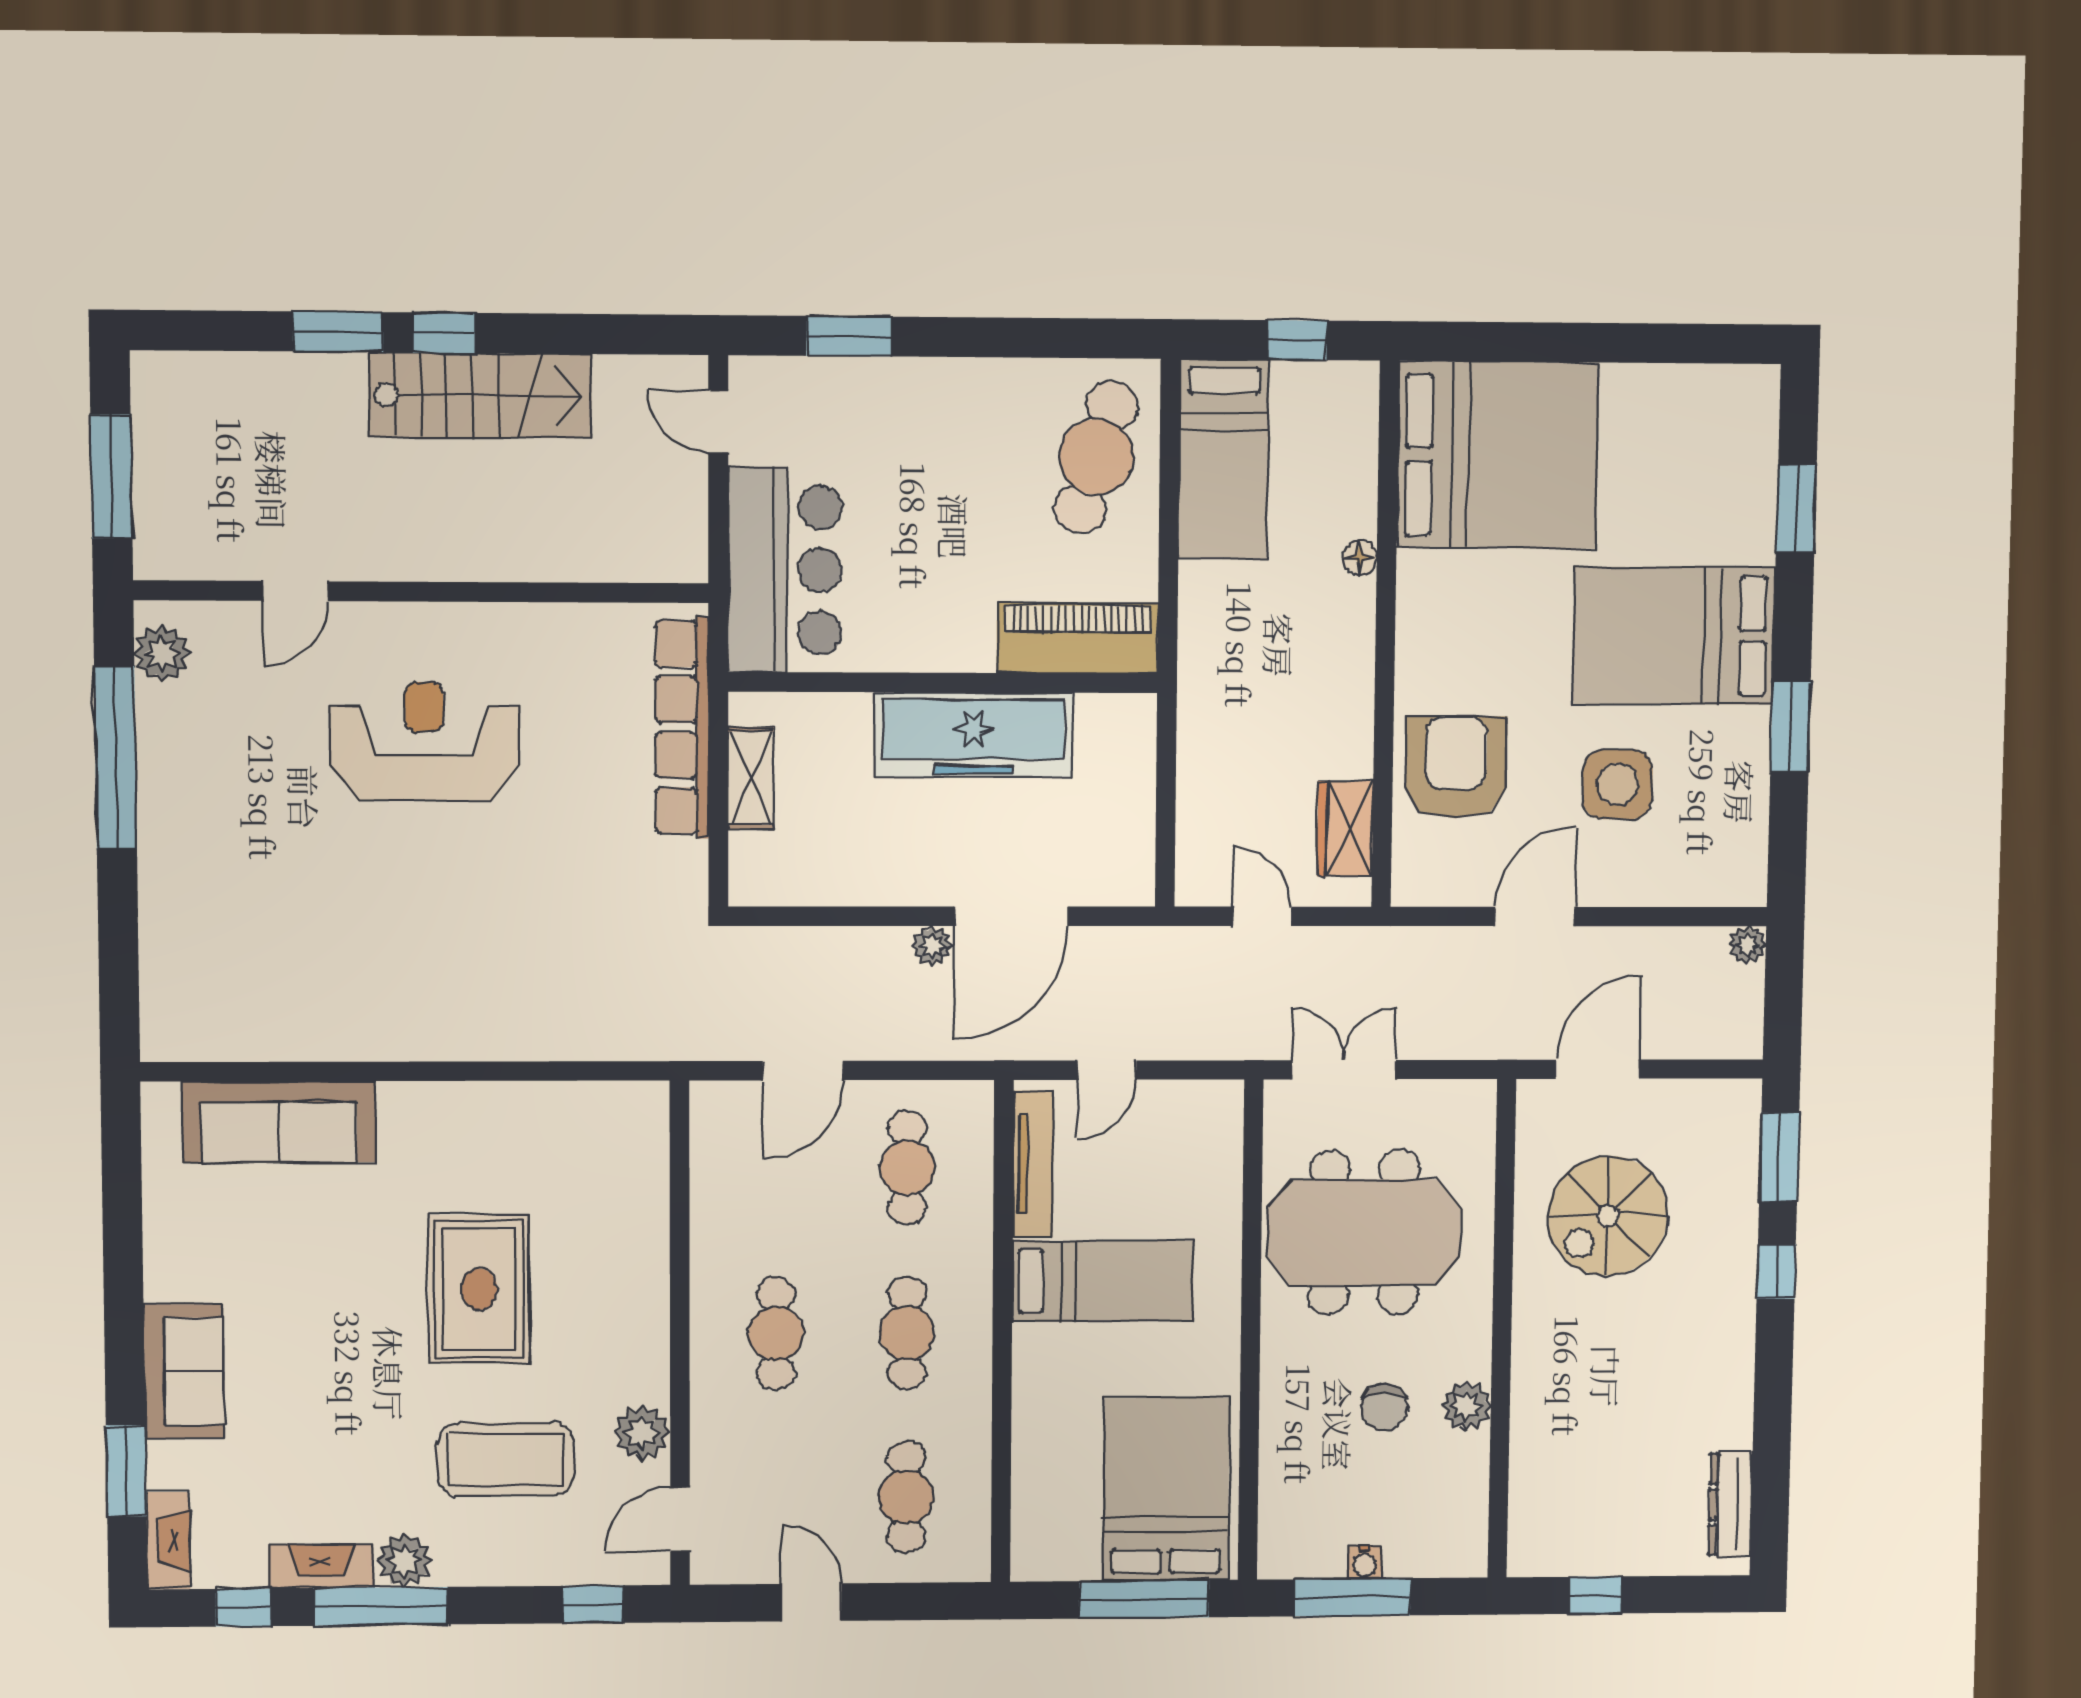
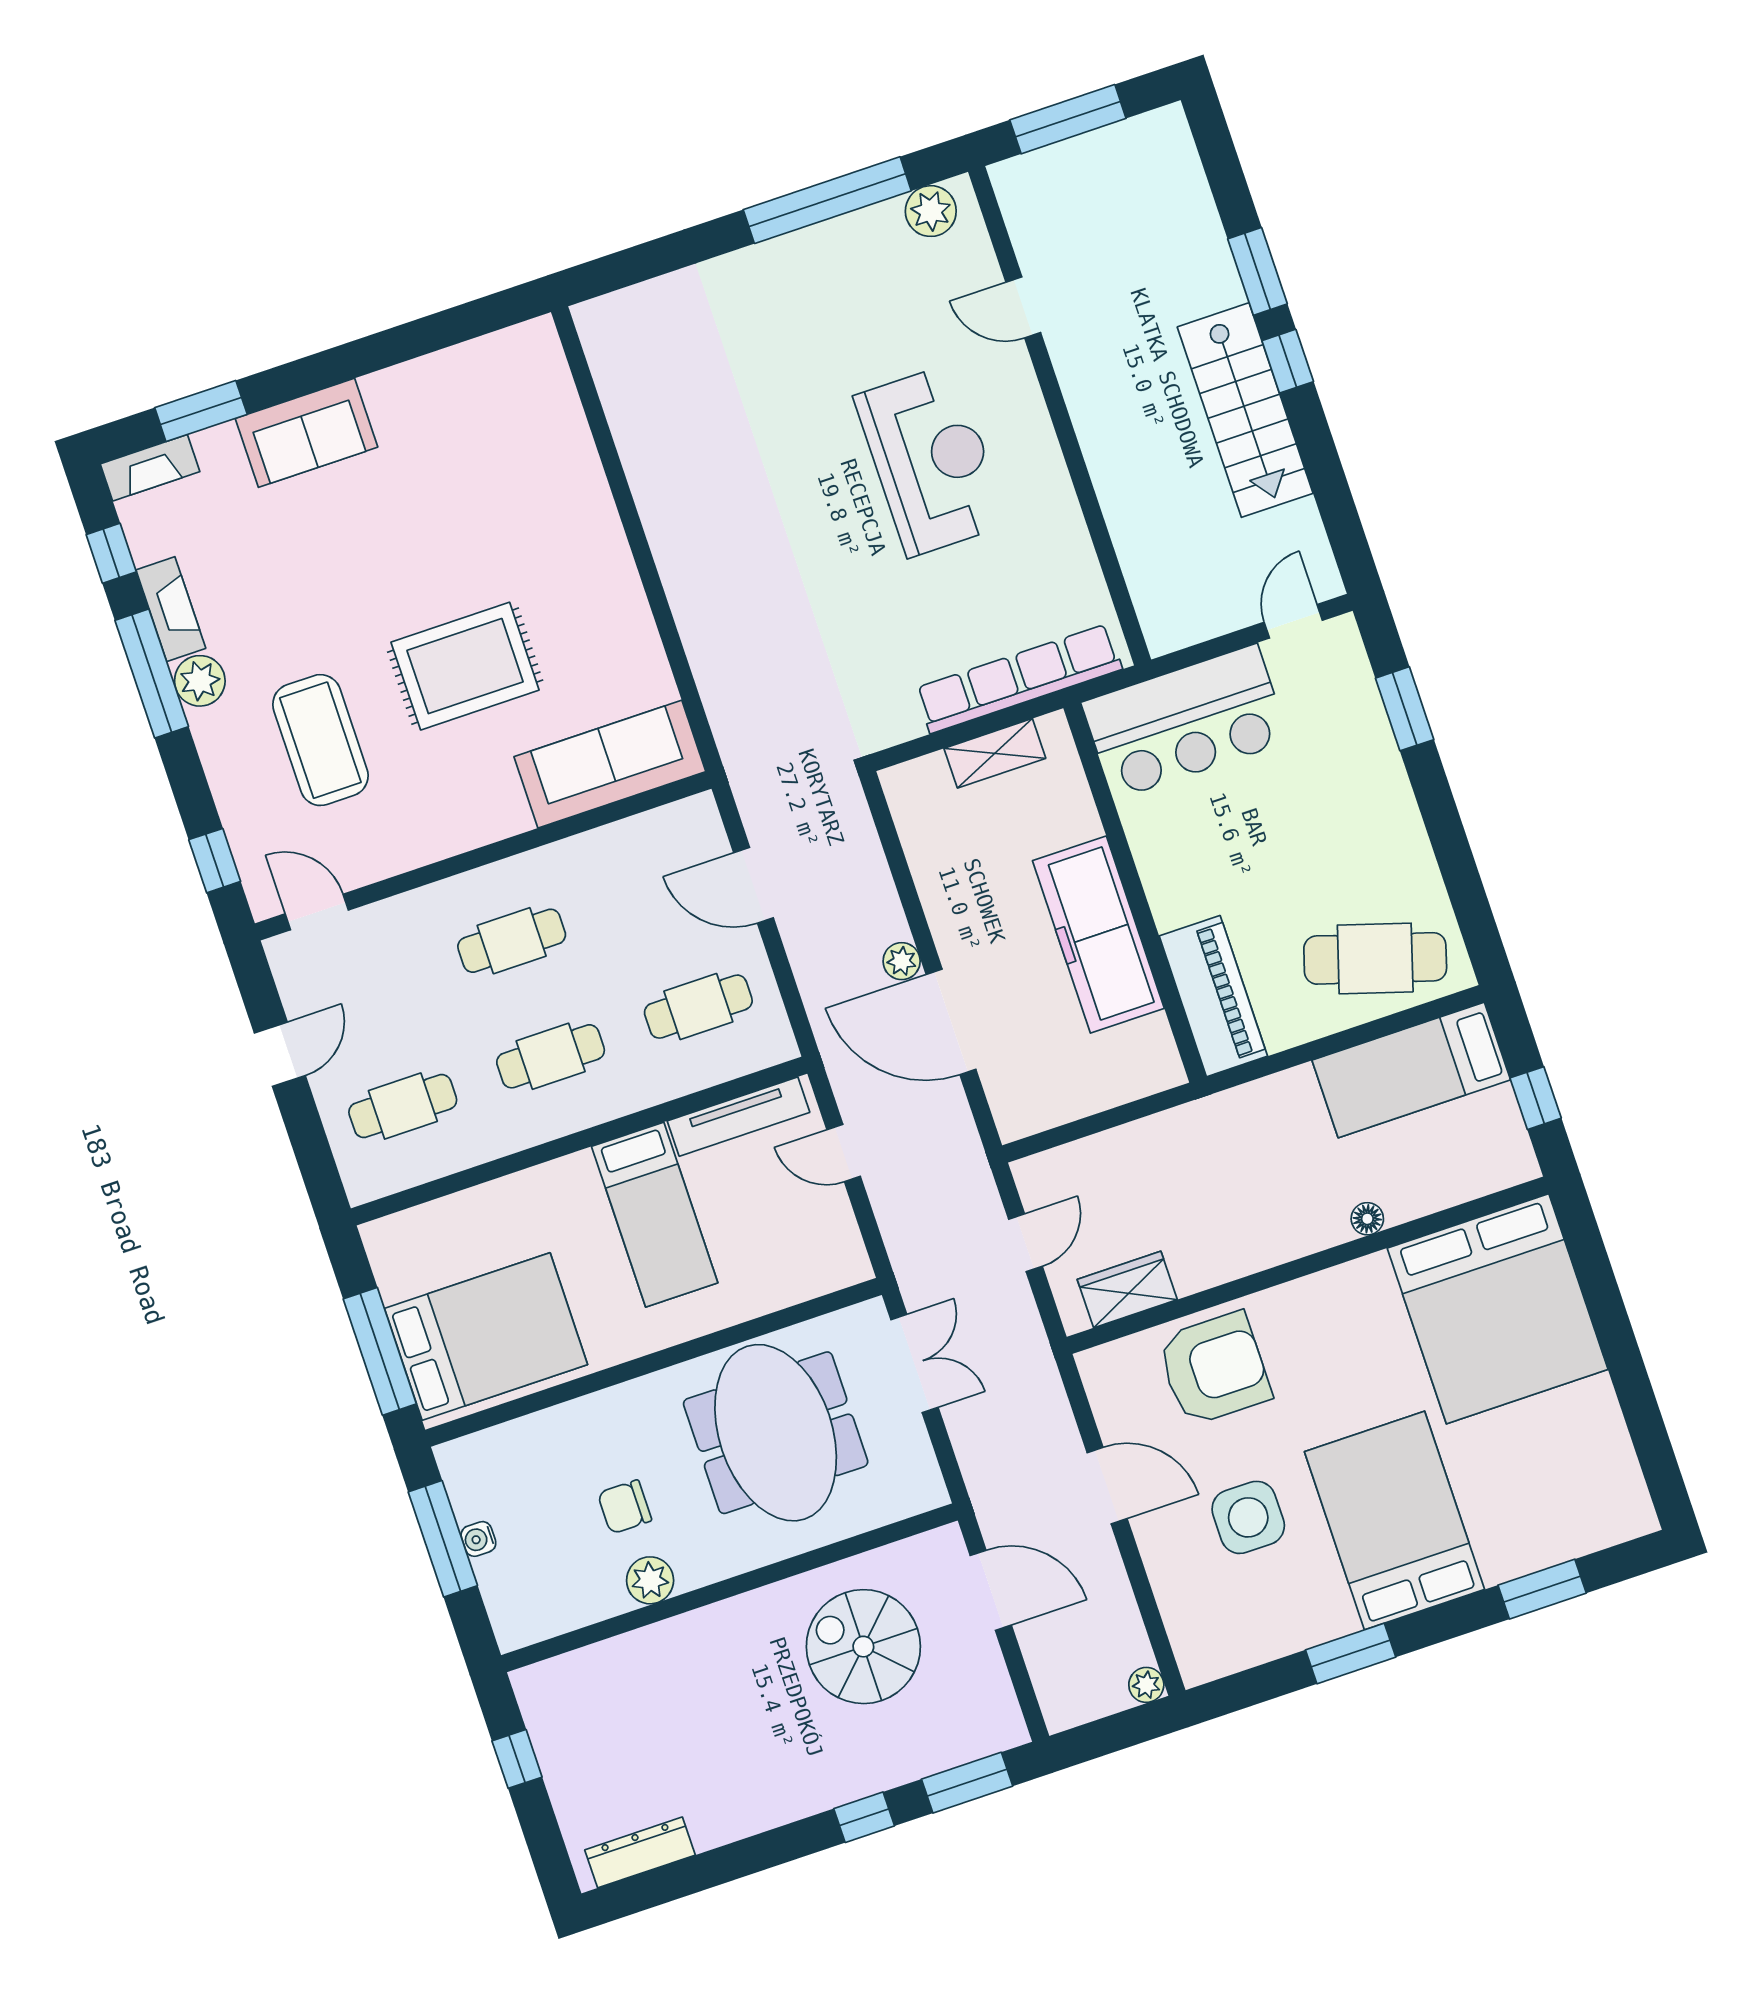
sofa: (279, 1122) -> (610, 764), moved, turned 90
plant: (642, 1433) -> (384, 852), removed

